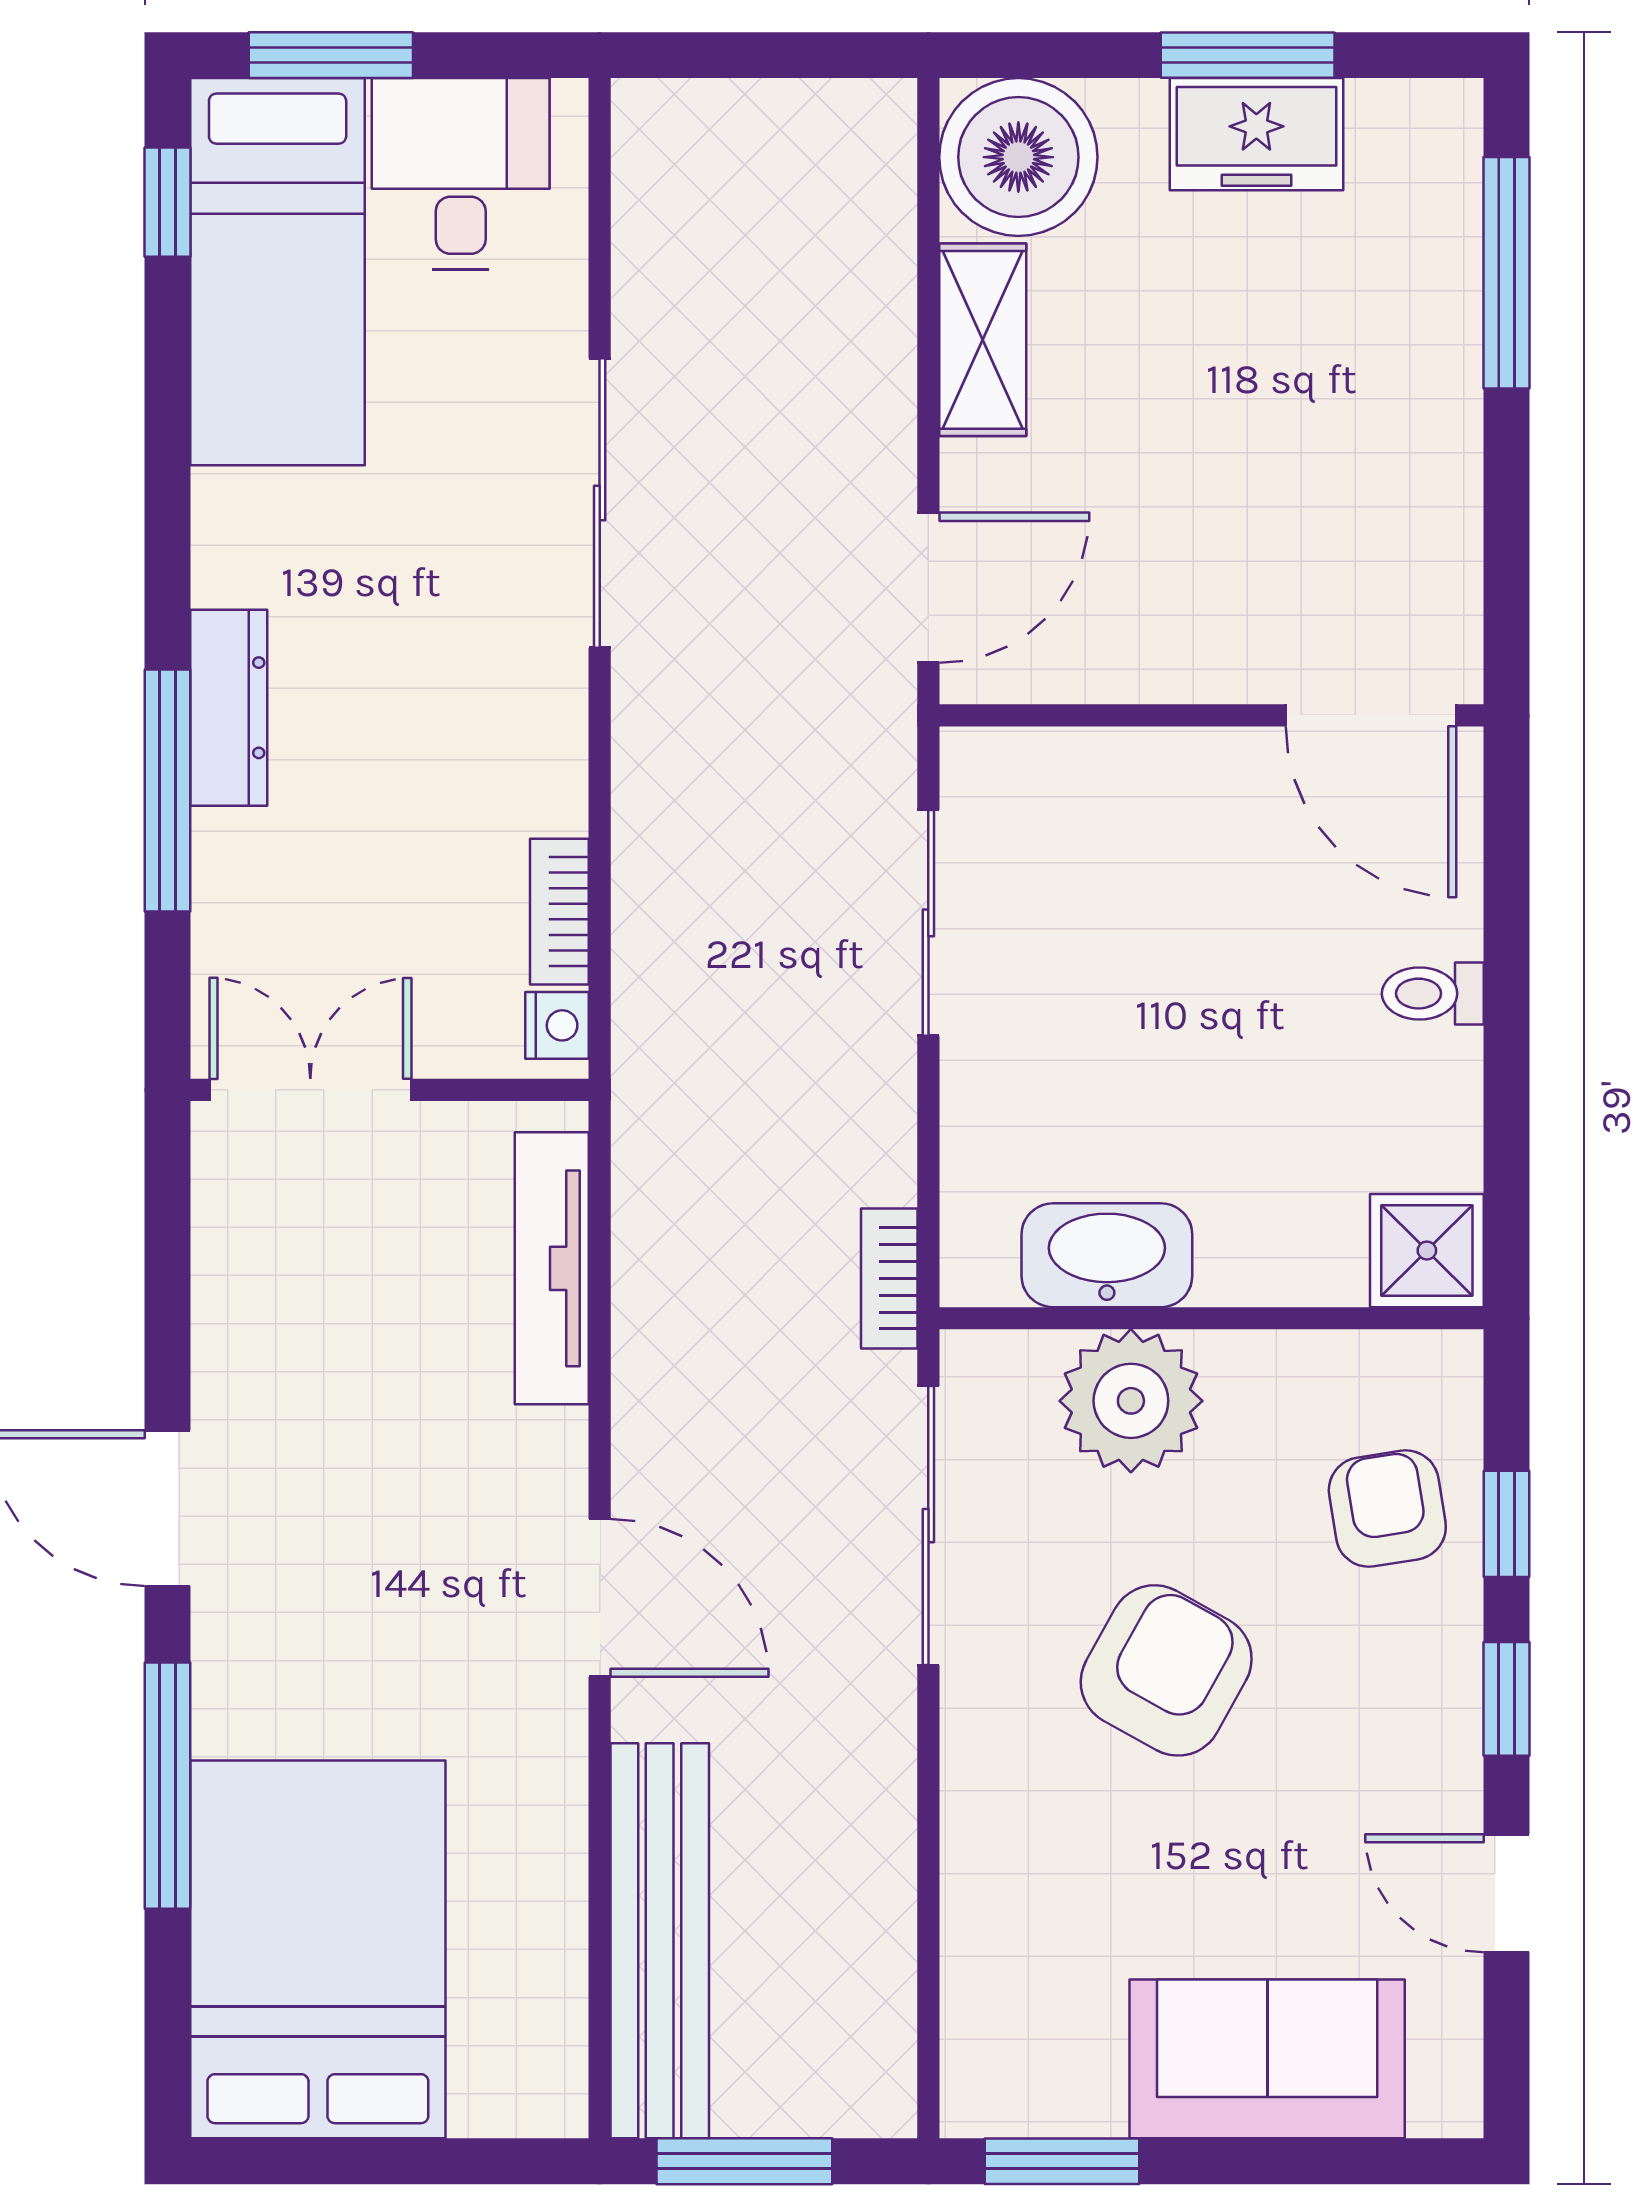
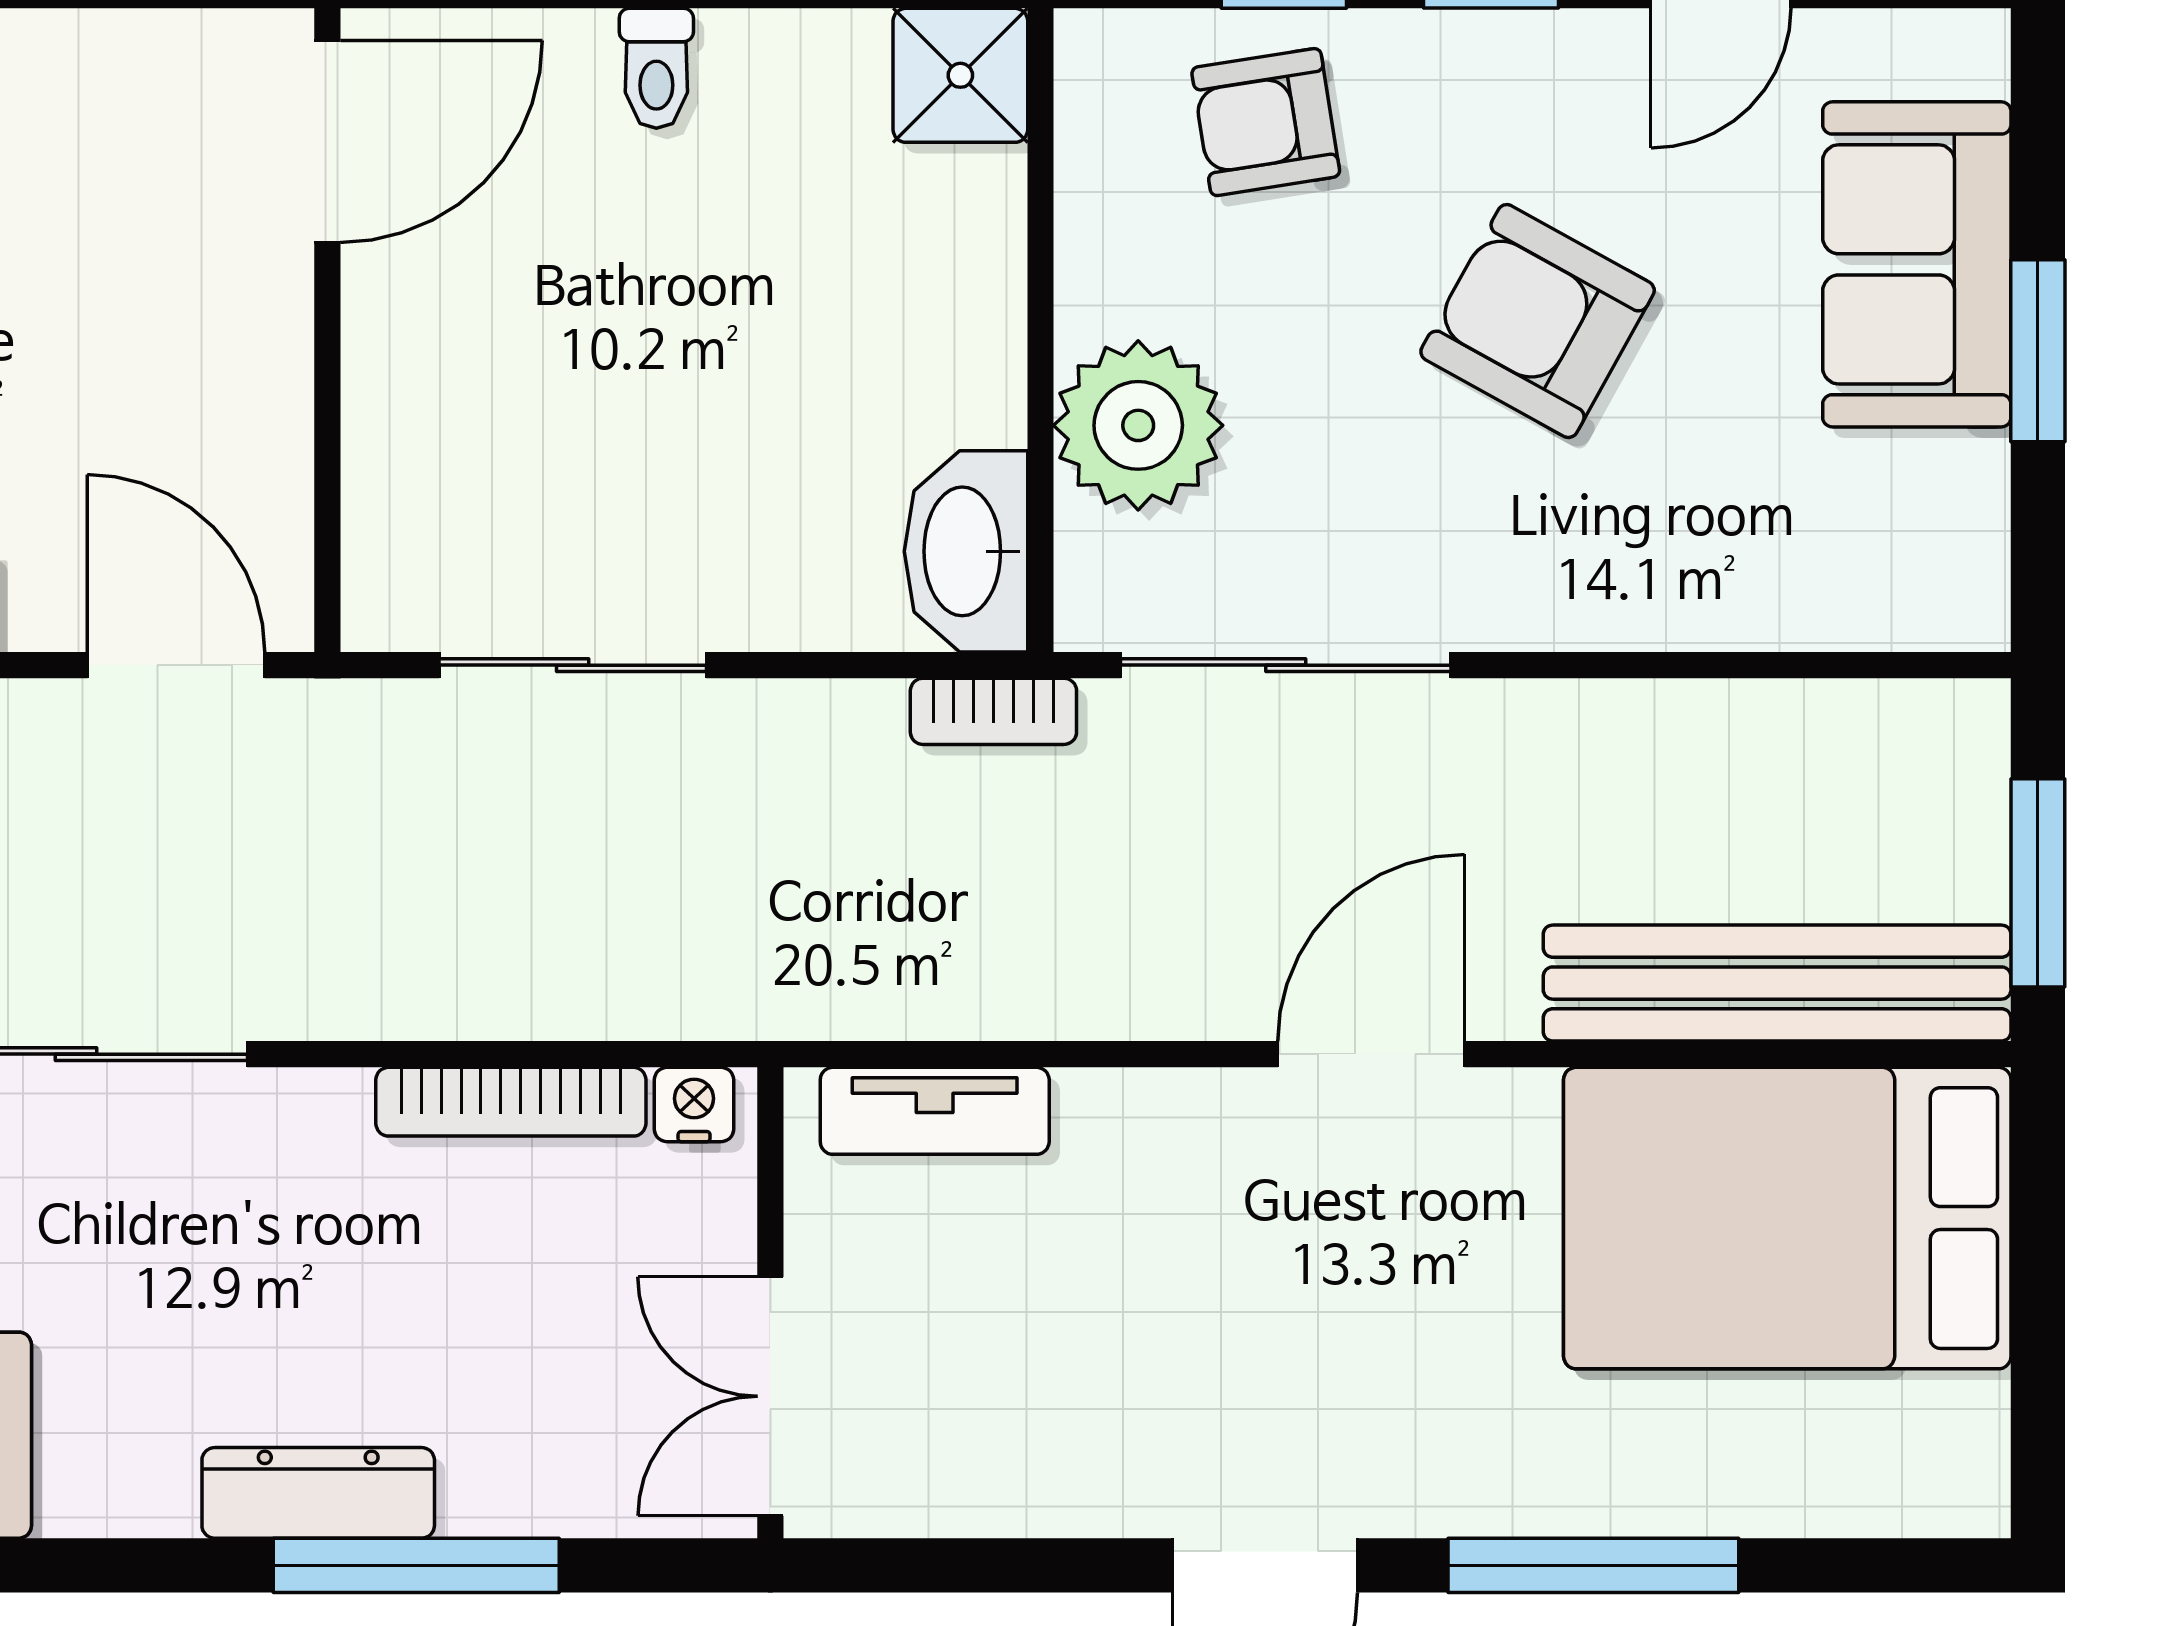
bookcase: (559, 912) -> (511, 1102), width x1.56
washbasin: (1107, 1255) -> (966, 551), moved
tv unit: (552, 1268) -> (935, 1111), width x0.71
armchair: (1166, 1670) -> (1538, 321), moved
bed: (318, 1949) -> (1787, 1218), moved
window: (1062, 2161) -> (2038, 351), moved

